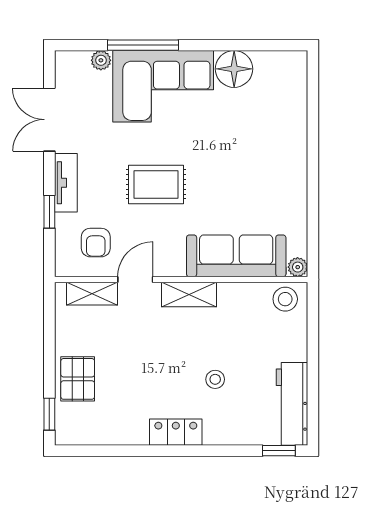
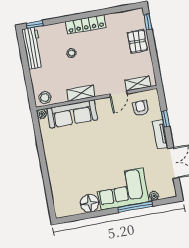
rug: (156, 184) -> (117, 141), removed
shelving: (189, 294) -> (81, 93), moved
locker: (176, 432) -> (86, 24), width x1.53

